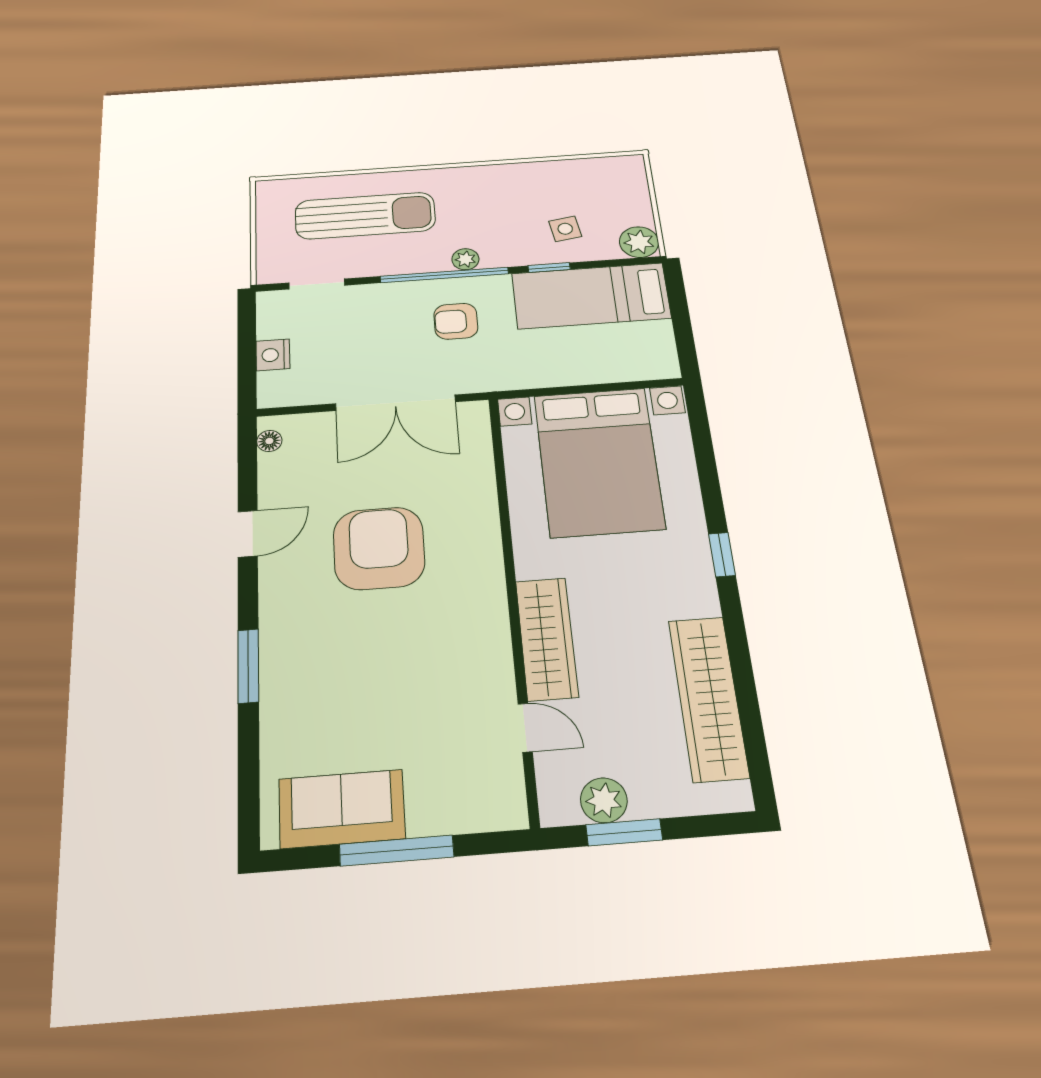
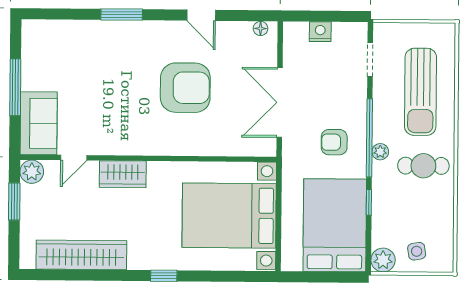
cafe table: (482, 203) -> (423, 166), added
side table: (565, 229) -> (417, 251), moved
bed: (591, 296) -> (335, 225), width x1.50
armchair: (456, 321) -> (334, 142), turned -90
wardrobe: (547, 639) -> (123, 174), width x0.67
plant: (604, 800) -> (32, 172), moved
sofa: (342, 809) -> (39, 123), moved

